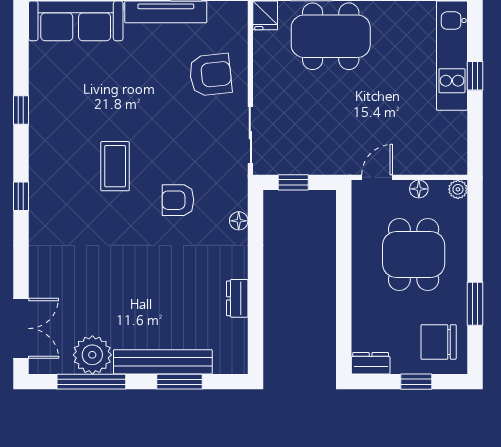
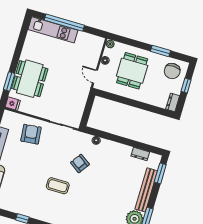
window: (475, 76) -> (64, 23), width x3.17
window: (293, 182) -> (87, 113), removed
armchair: (178, 200) -> (80, 163), turned 125
dining table: (414, 254) -> (132, 71), turned 90
dresser: (237, 298) -> (140, 154), moved
window: (179, 382) -> (160, 173), moved

